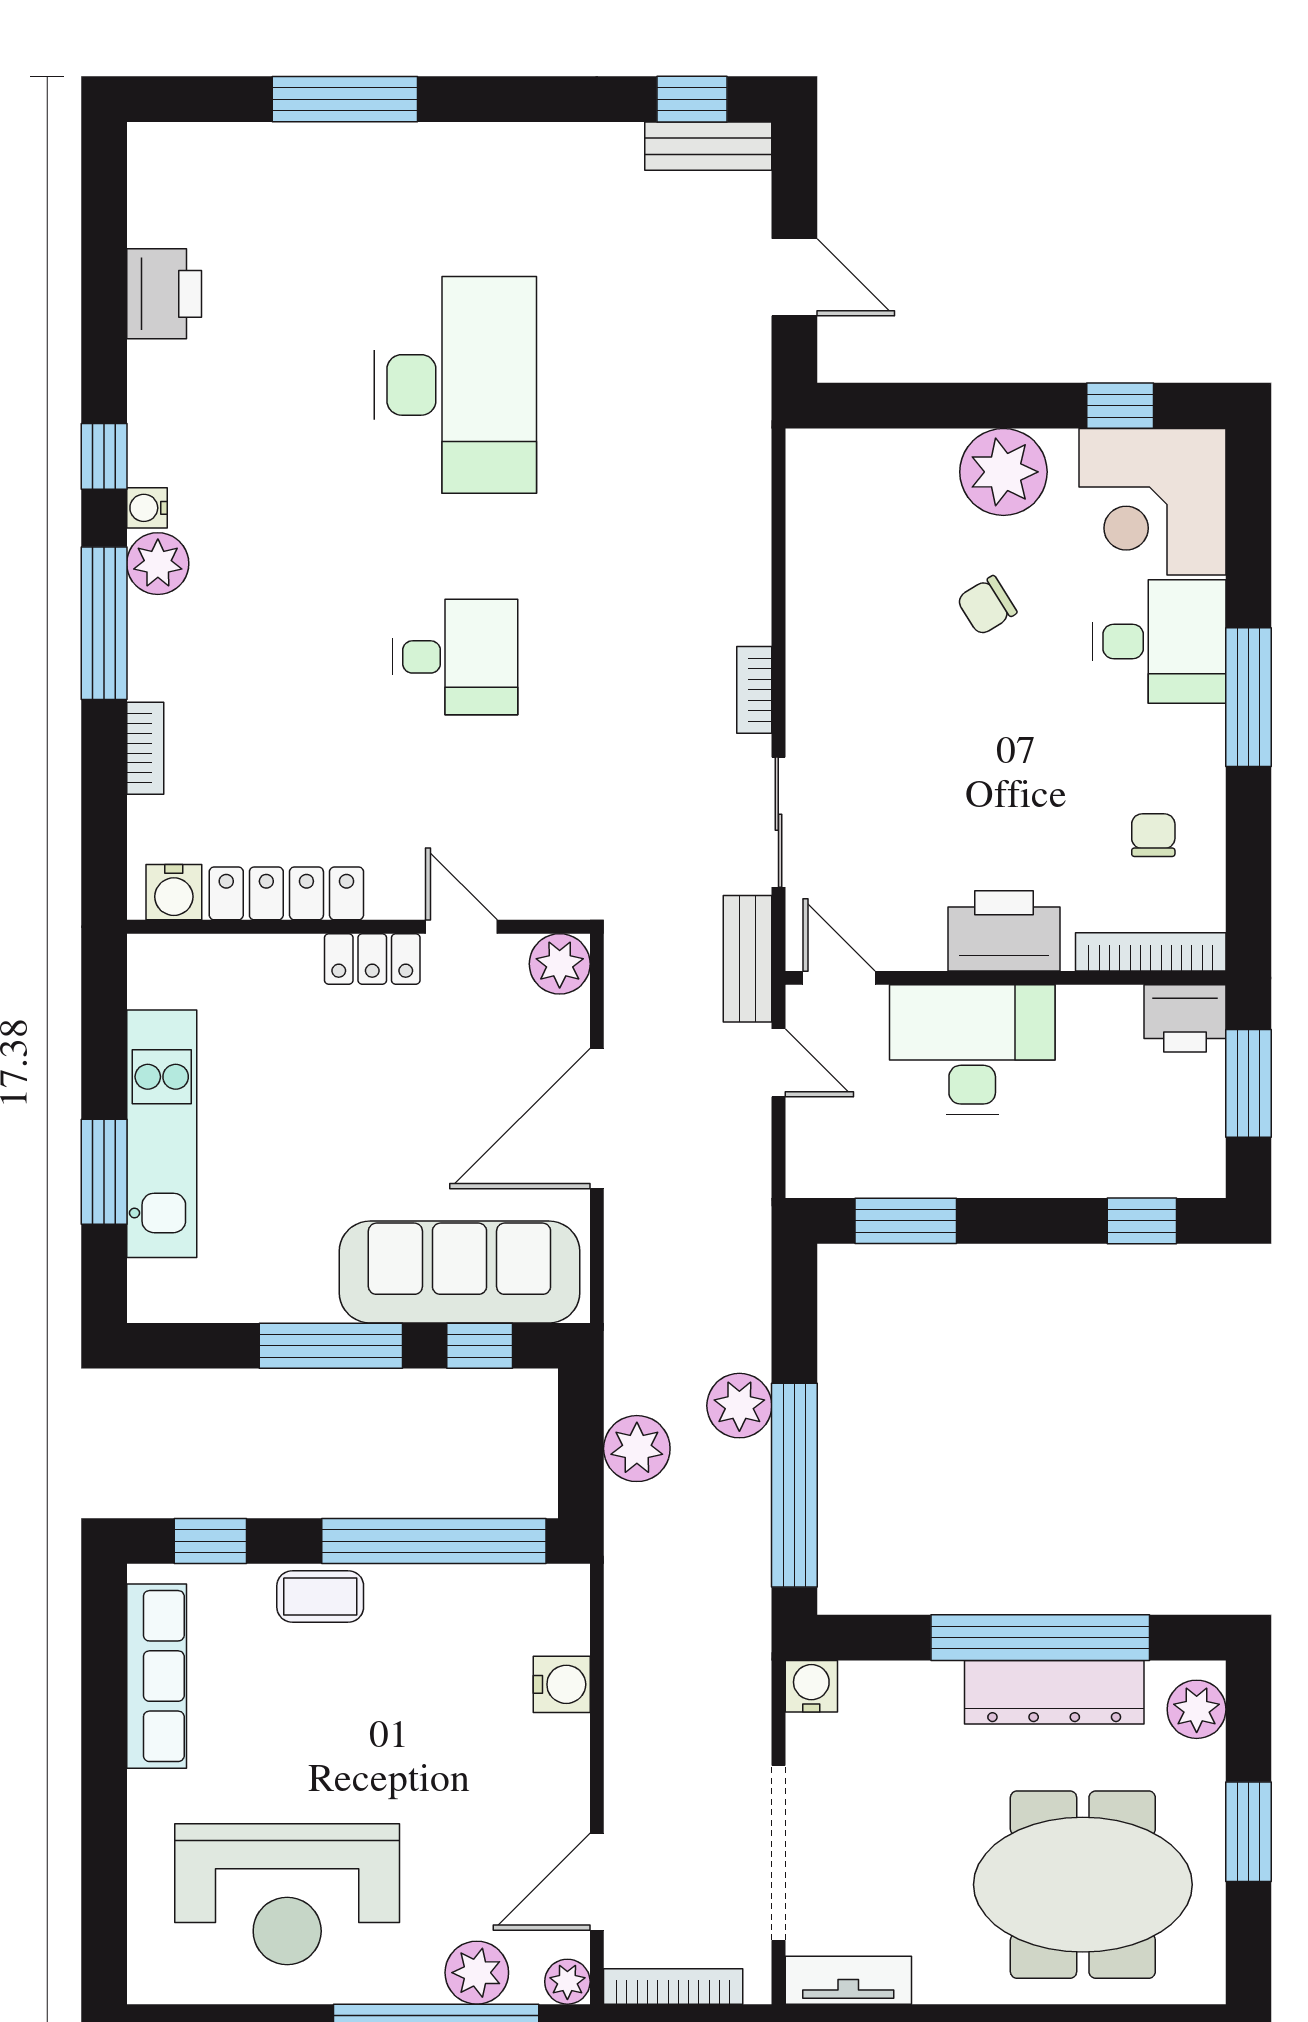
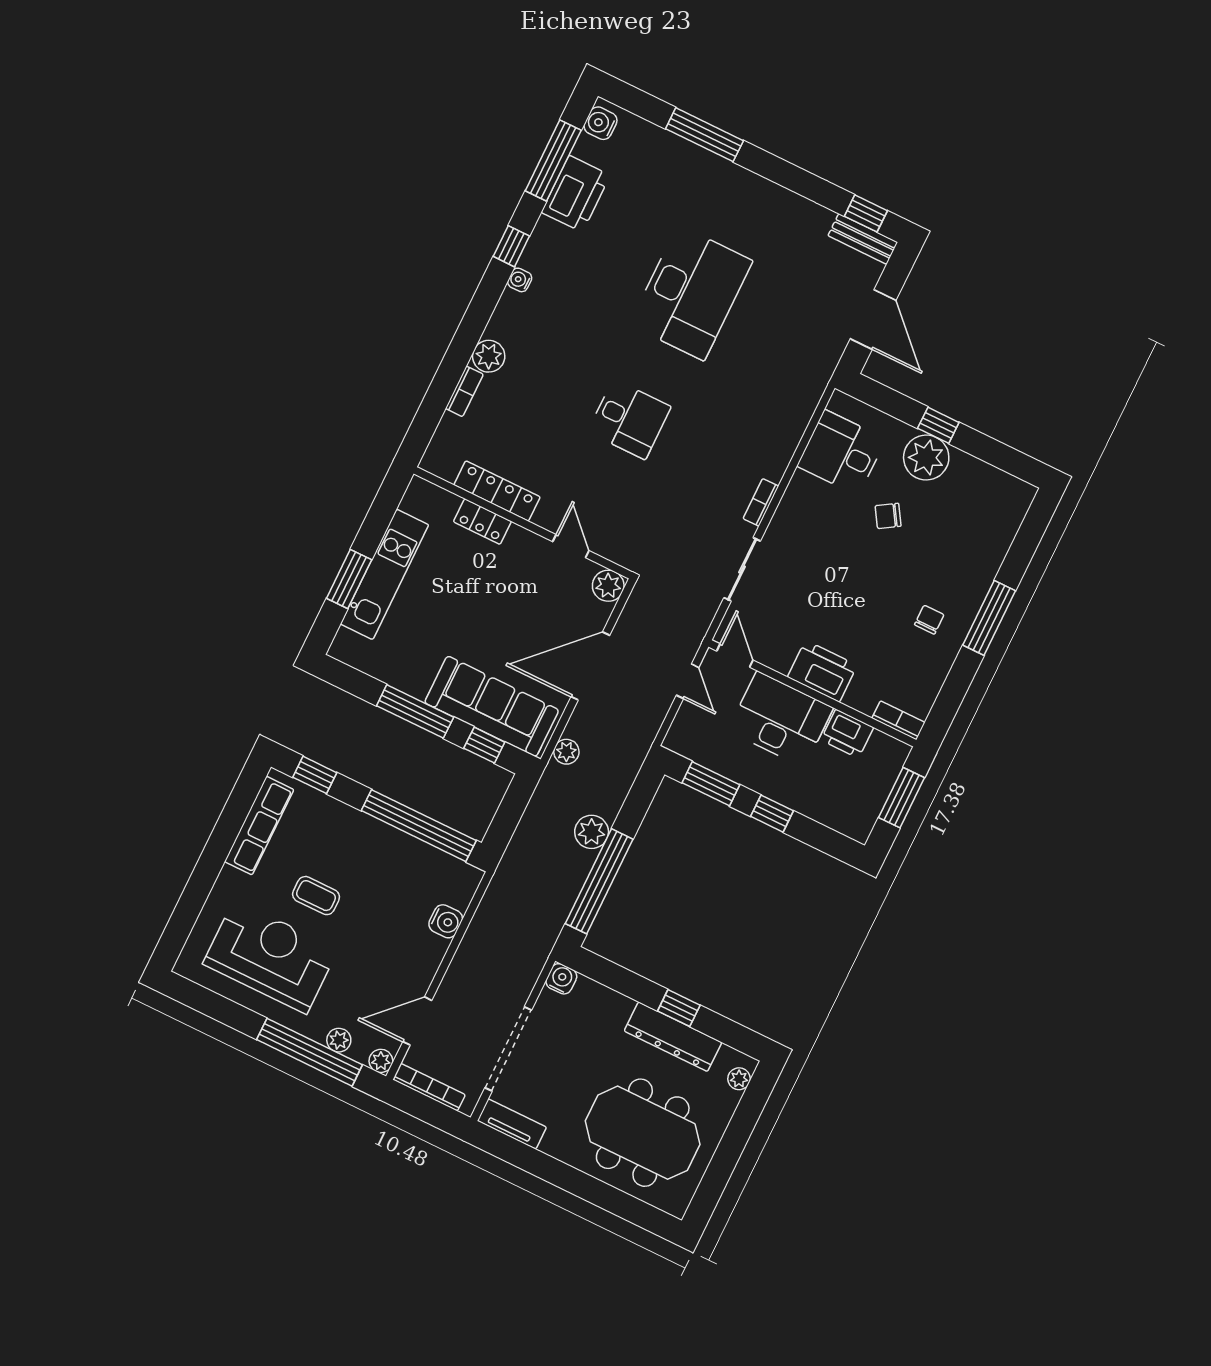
door: (794, 277) -> (873, 320), width x1.38
printer: (164, 294) -> (576, 194), width x1.37, depth x1.19
window: (1120, 406) -> (938, 425), moved
corner desk: (1152, 502) -> (989, 505), removed
plant: (158, 564) -> (489, 356), moved
window: (104, 623) -> (553, 160), moved
desk: (1159, 641) -> (841, 453), moved, turned 180
chair: (1153, 835) -> (929, 620), moved
water cooler: (174, 892) -> (600, 123), moved, turned 90
bookcase: (1151, 952) -> (898, 720), width x0.64
locker: (372, 959) -> (482, 522), moved
bench: (747, 959) -> (697, 626), removed
printer: (1185, 1018) -> (847, 734), moved
window: (1142, 1221) -> (772, 814), moved
plant: (637, 1449) -> (566, 752), moved, width x0.73, depth x0.73
coffee table: (320, 1596) -> (316, 896), moved
window: (1040, 1638) -> (679, 1008), width x0.32
plant: (1197, 1709) -> (739, 1079), width x0.73, depth x0.73
window: (1249, 1832) -> (732, 1146), removed
reception desk: (287, 1894) -> (270, 957), turned 180
plant: (477, 1973) -> (339, 1040), width x0.73, depth x0.73

